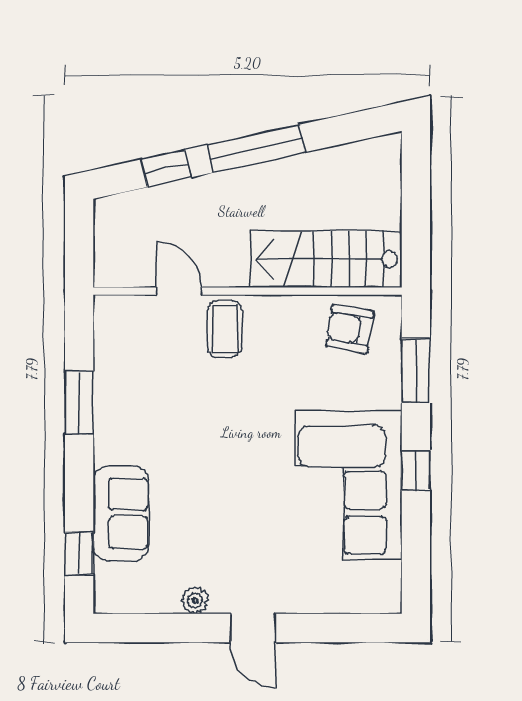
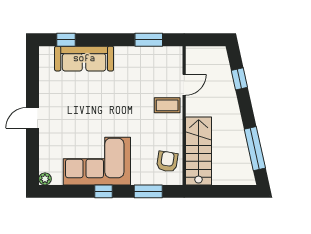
window: (256, 149) -> (255, 149), moved
window: (79, 403) -> (149, 40), moved
sofa: (121, 513) -> (84, 59), width x1.36
plant: (195, 600) -> (45, 179), moved

